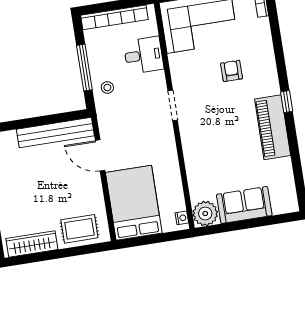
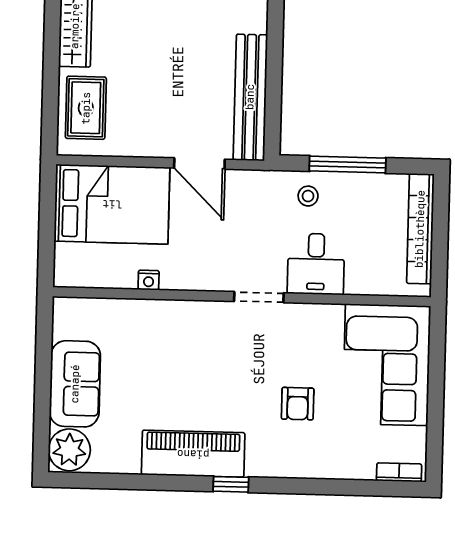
desk: (144, 55) -> (316, 264), moved
armchair: (232, 71) -> (298, 404), turned 90
door: (100, 155) -> (199, 164), swing flipped
plant: (205, 214) -> (69, 450), moved
nightstand: (182, 218) -> (149, 280), moved

